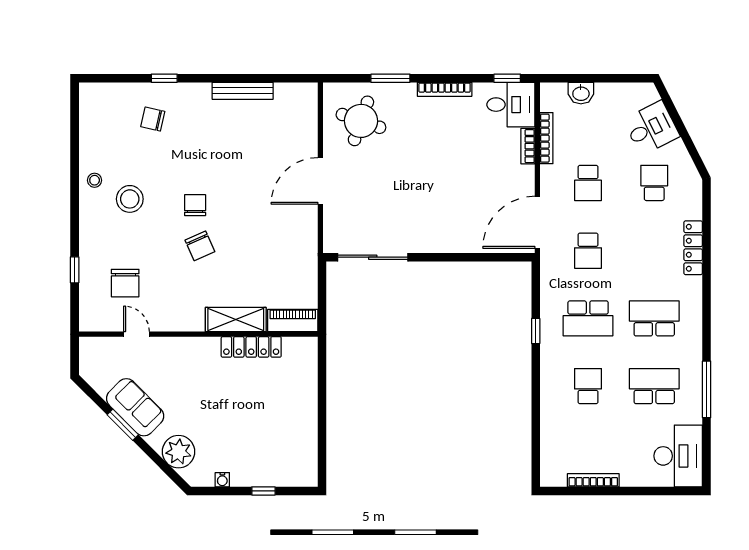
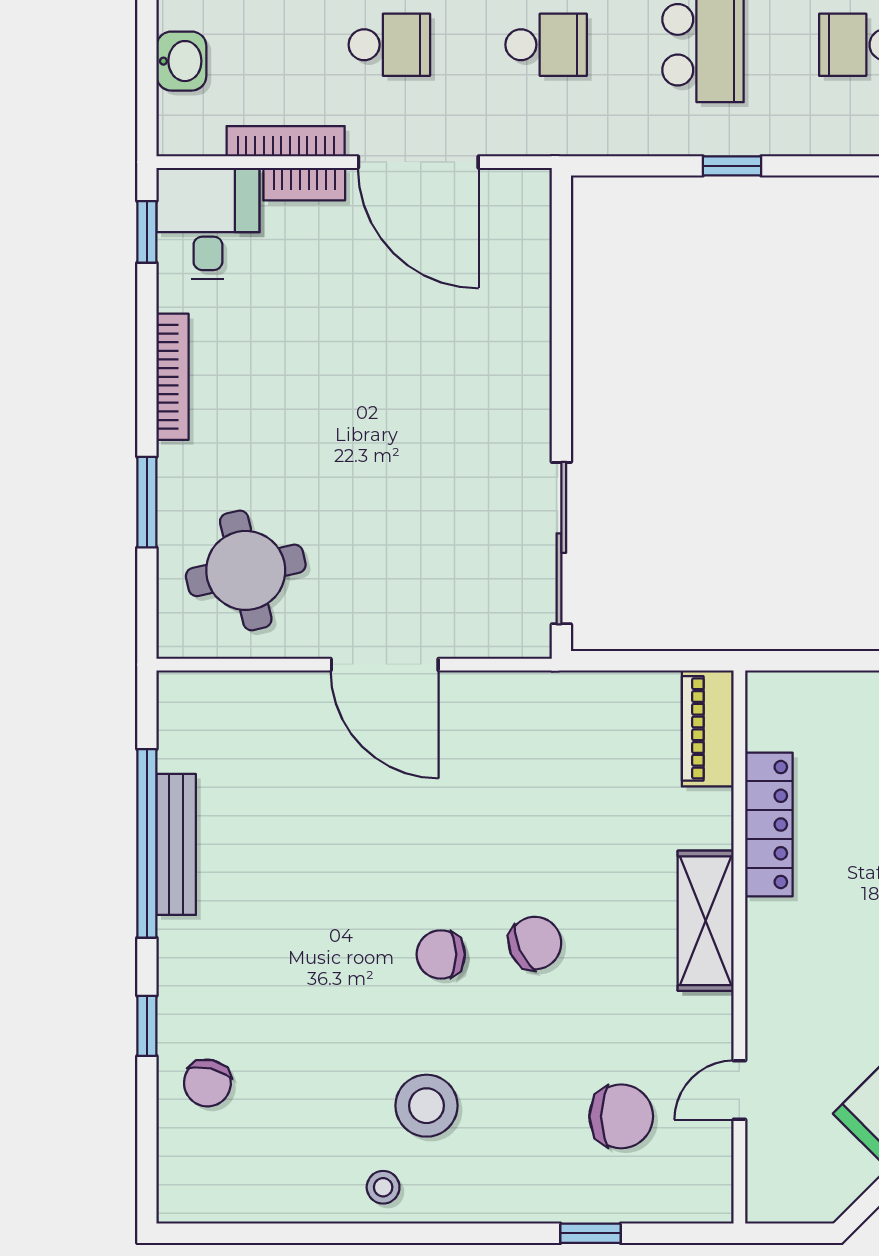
window: (243, 78) -> (147, 843), added
chair: (153, 119) -> (207, 1083), moved
round table: (361, 121) -> (246, 570), turned -32
door: (537, 222) -> (418, 162), moved
shelving: (236, 320) -> (706, 921), moved

